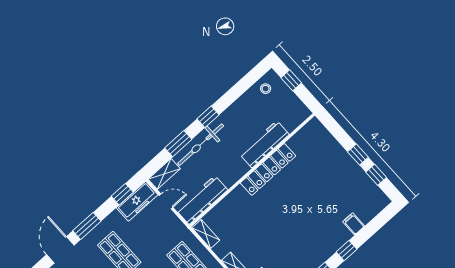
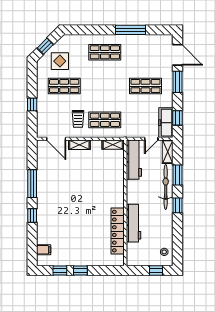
locker: (268, 169) -> (118, 231), moved
filing cabinet: (354, 224) -> (44, 250), moved

